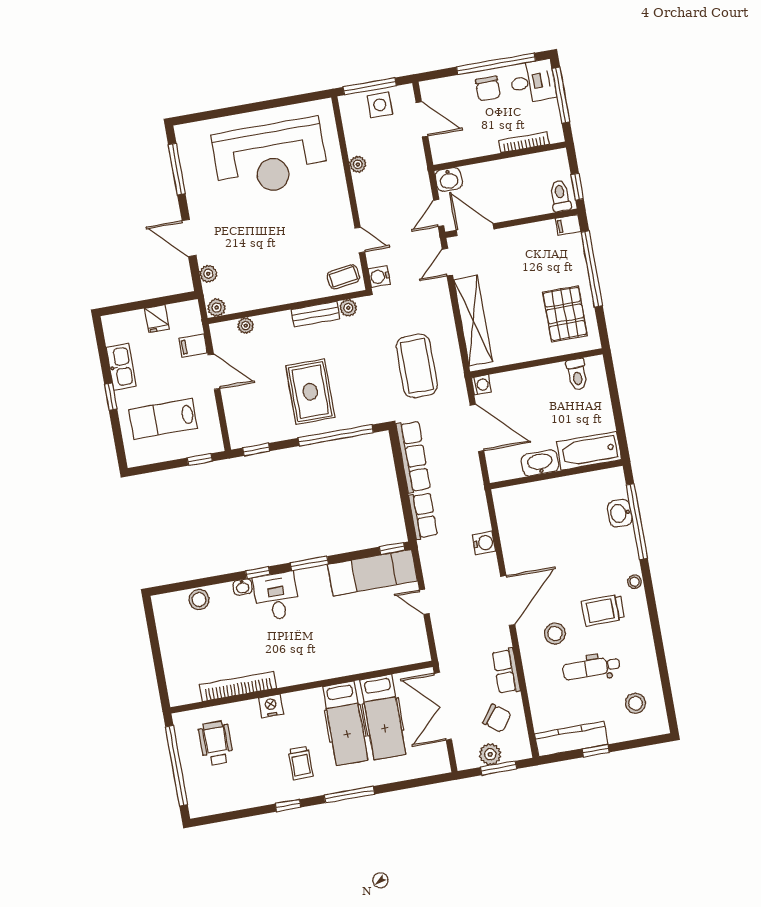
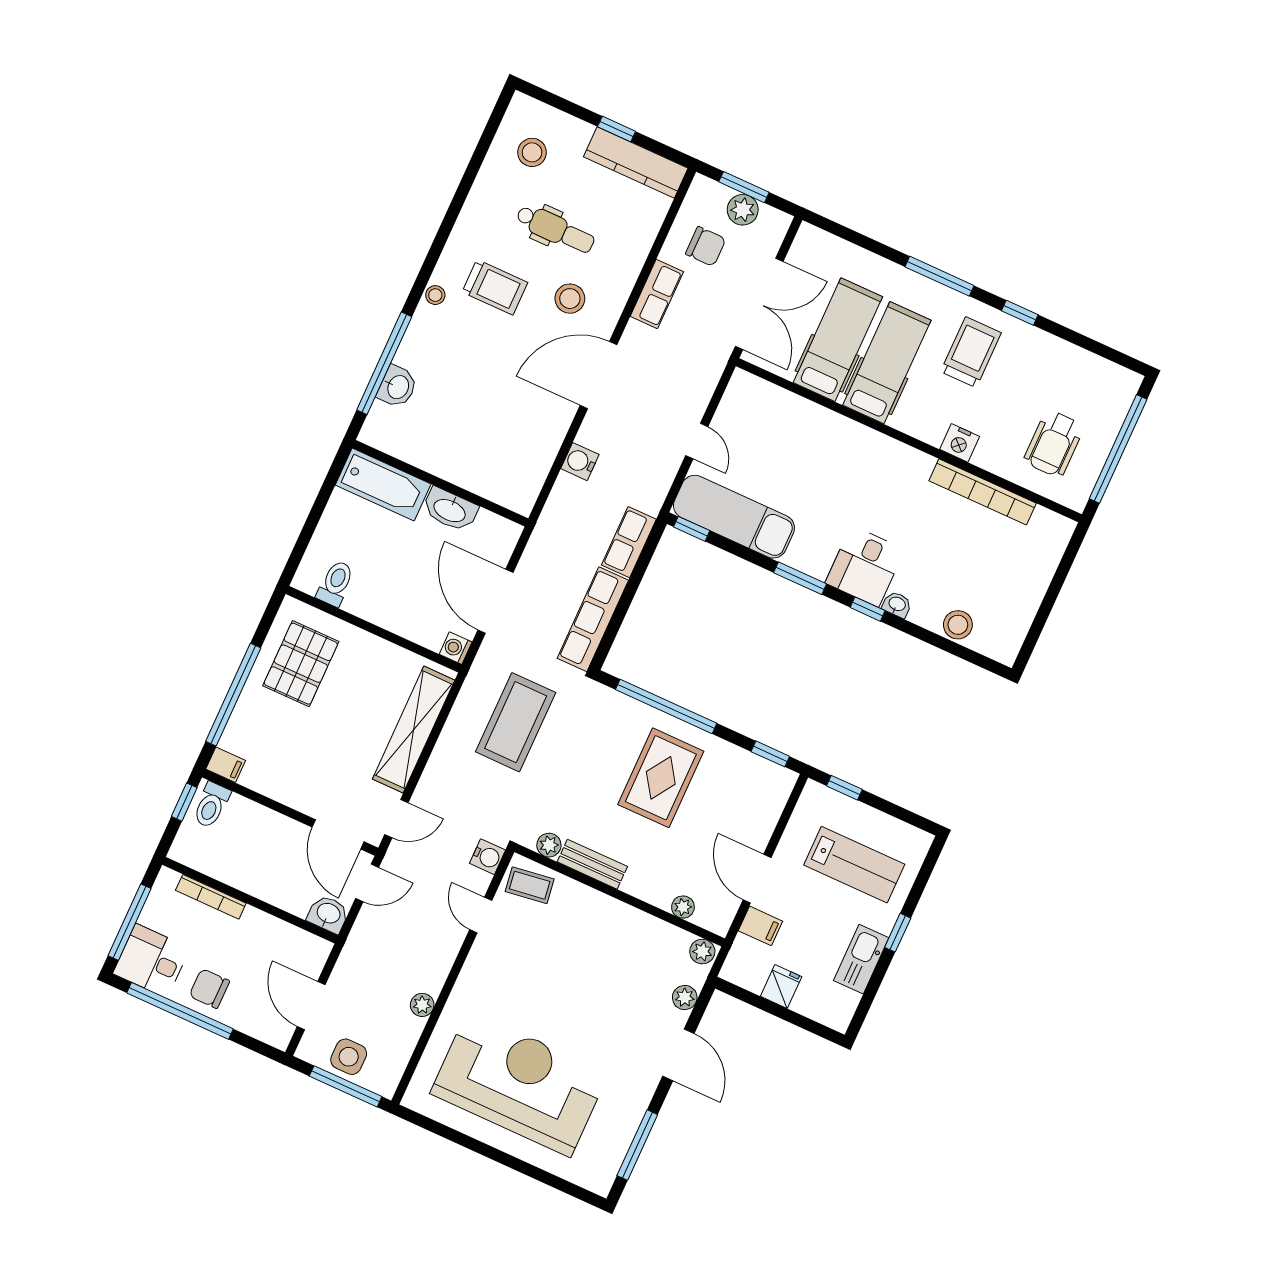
chair: (488, 89) -> (209, 988), turned -90
chair: (497, 718) -> (706, 246), turned 143
trolley: (301, 763) -> (971, 352), width x1.36, depth x1.39

